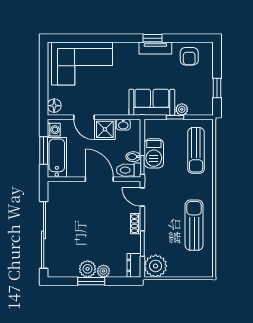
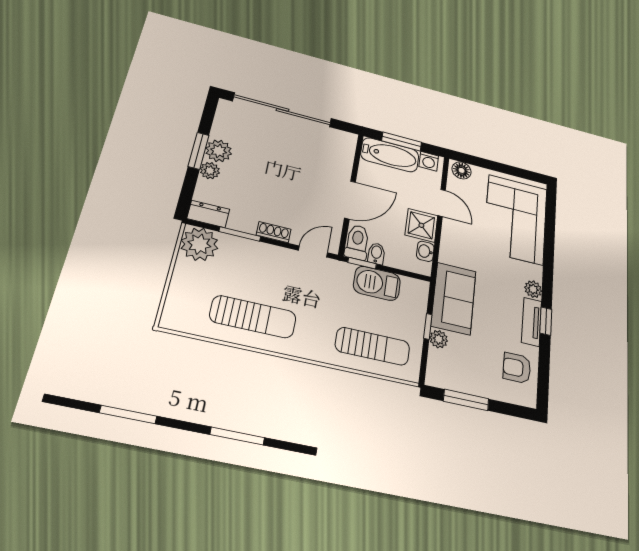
plant: (132, 48) -> (533, 289), added
window: (217, 88) -> (466, 400), width x1.50
door: (84, 117) -> (442, 203), swing flipped
sun lounger: (196, 150) -> (373, 346), turned 180

